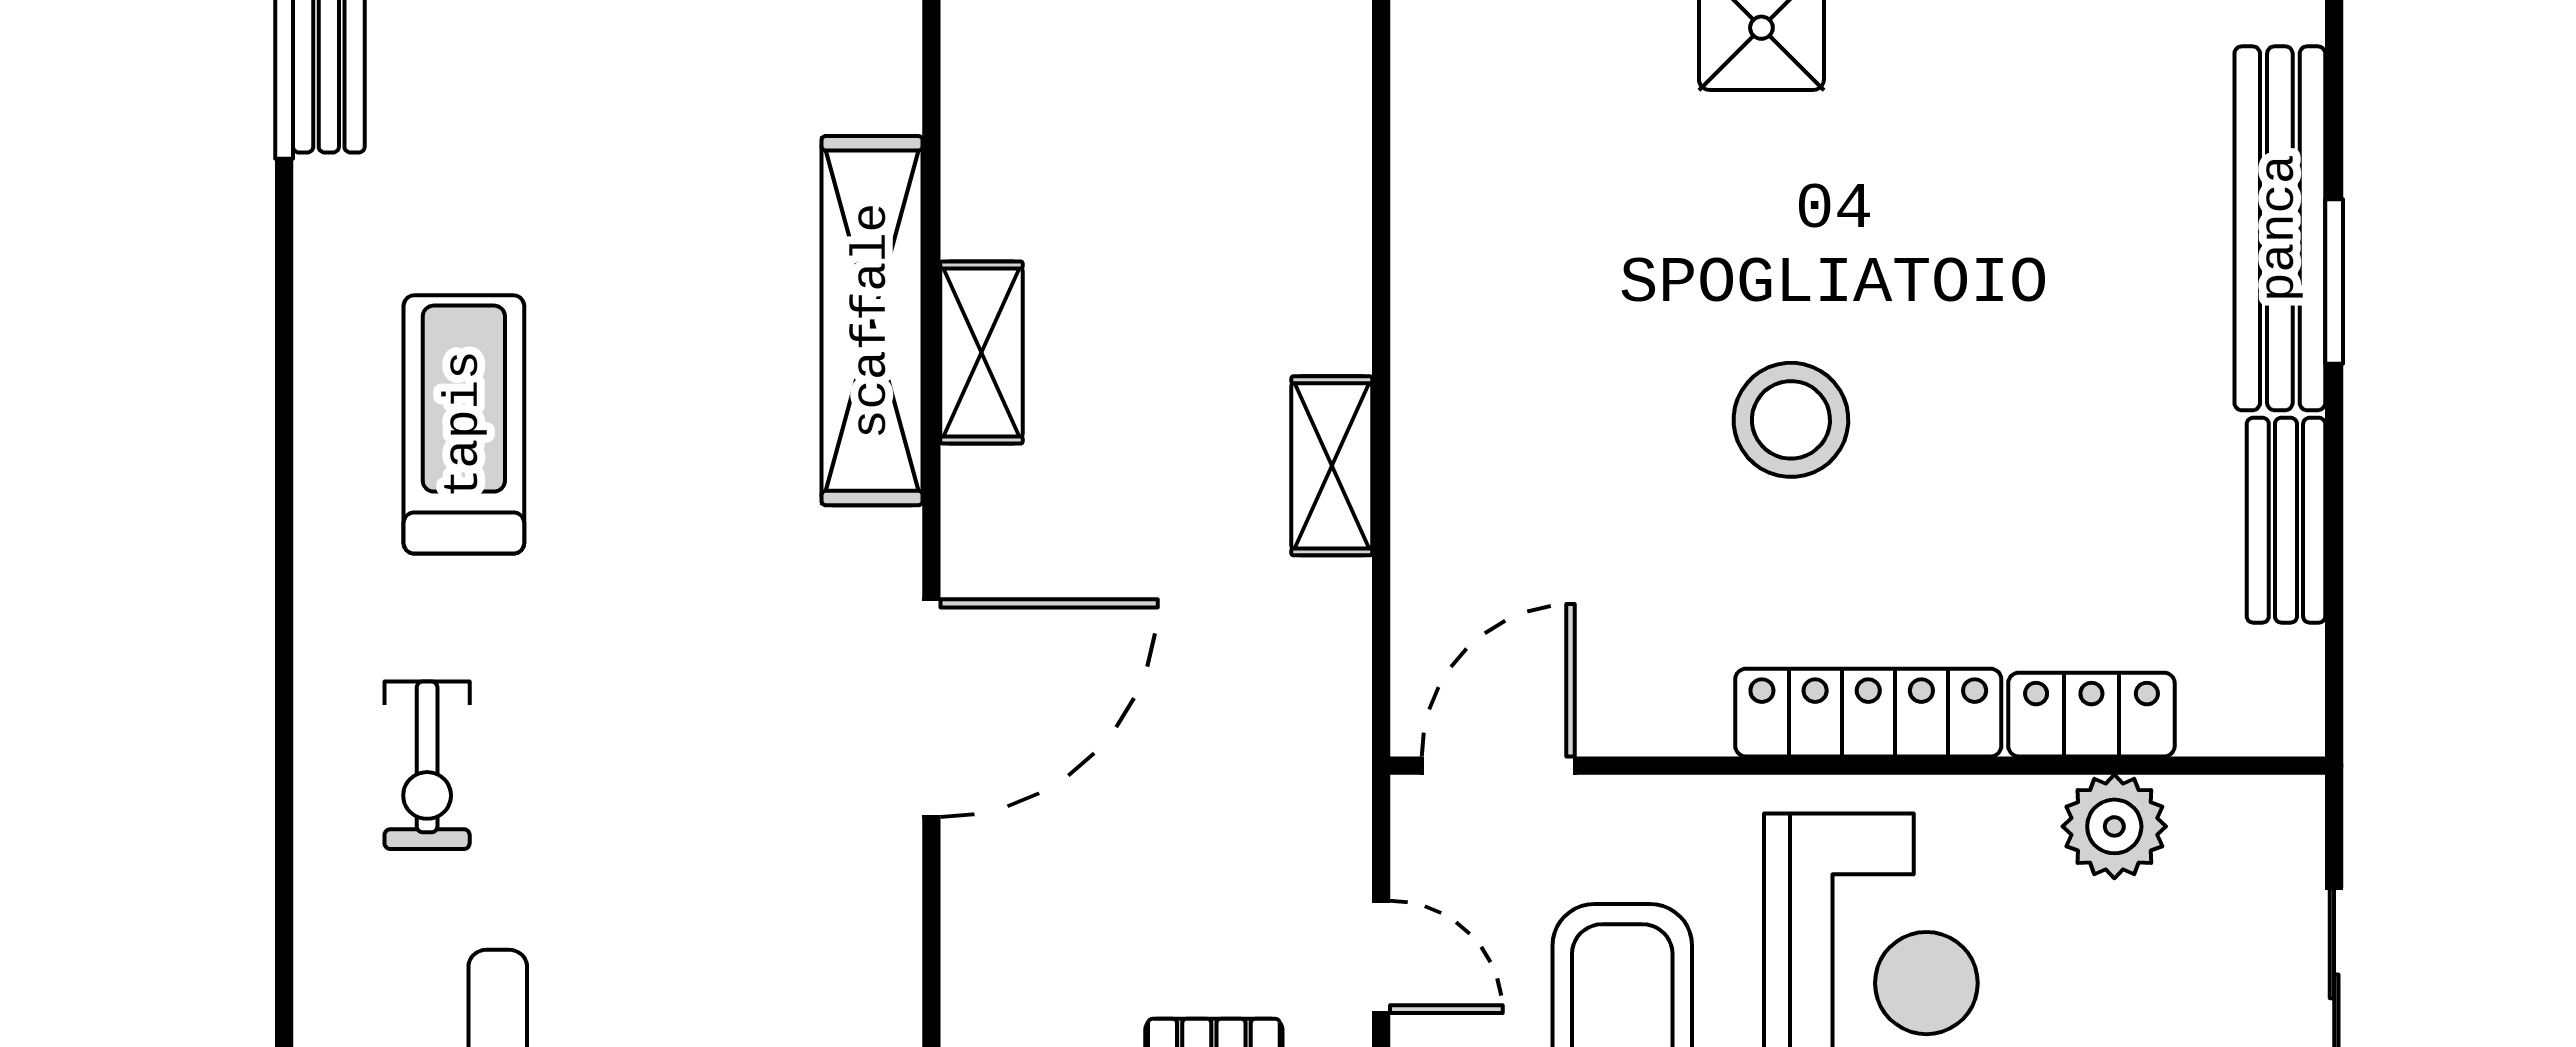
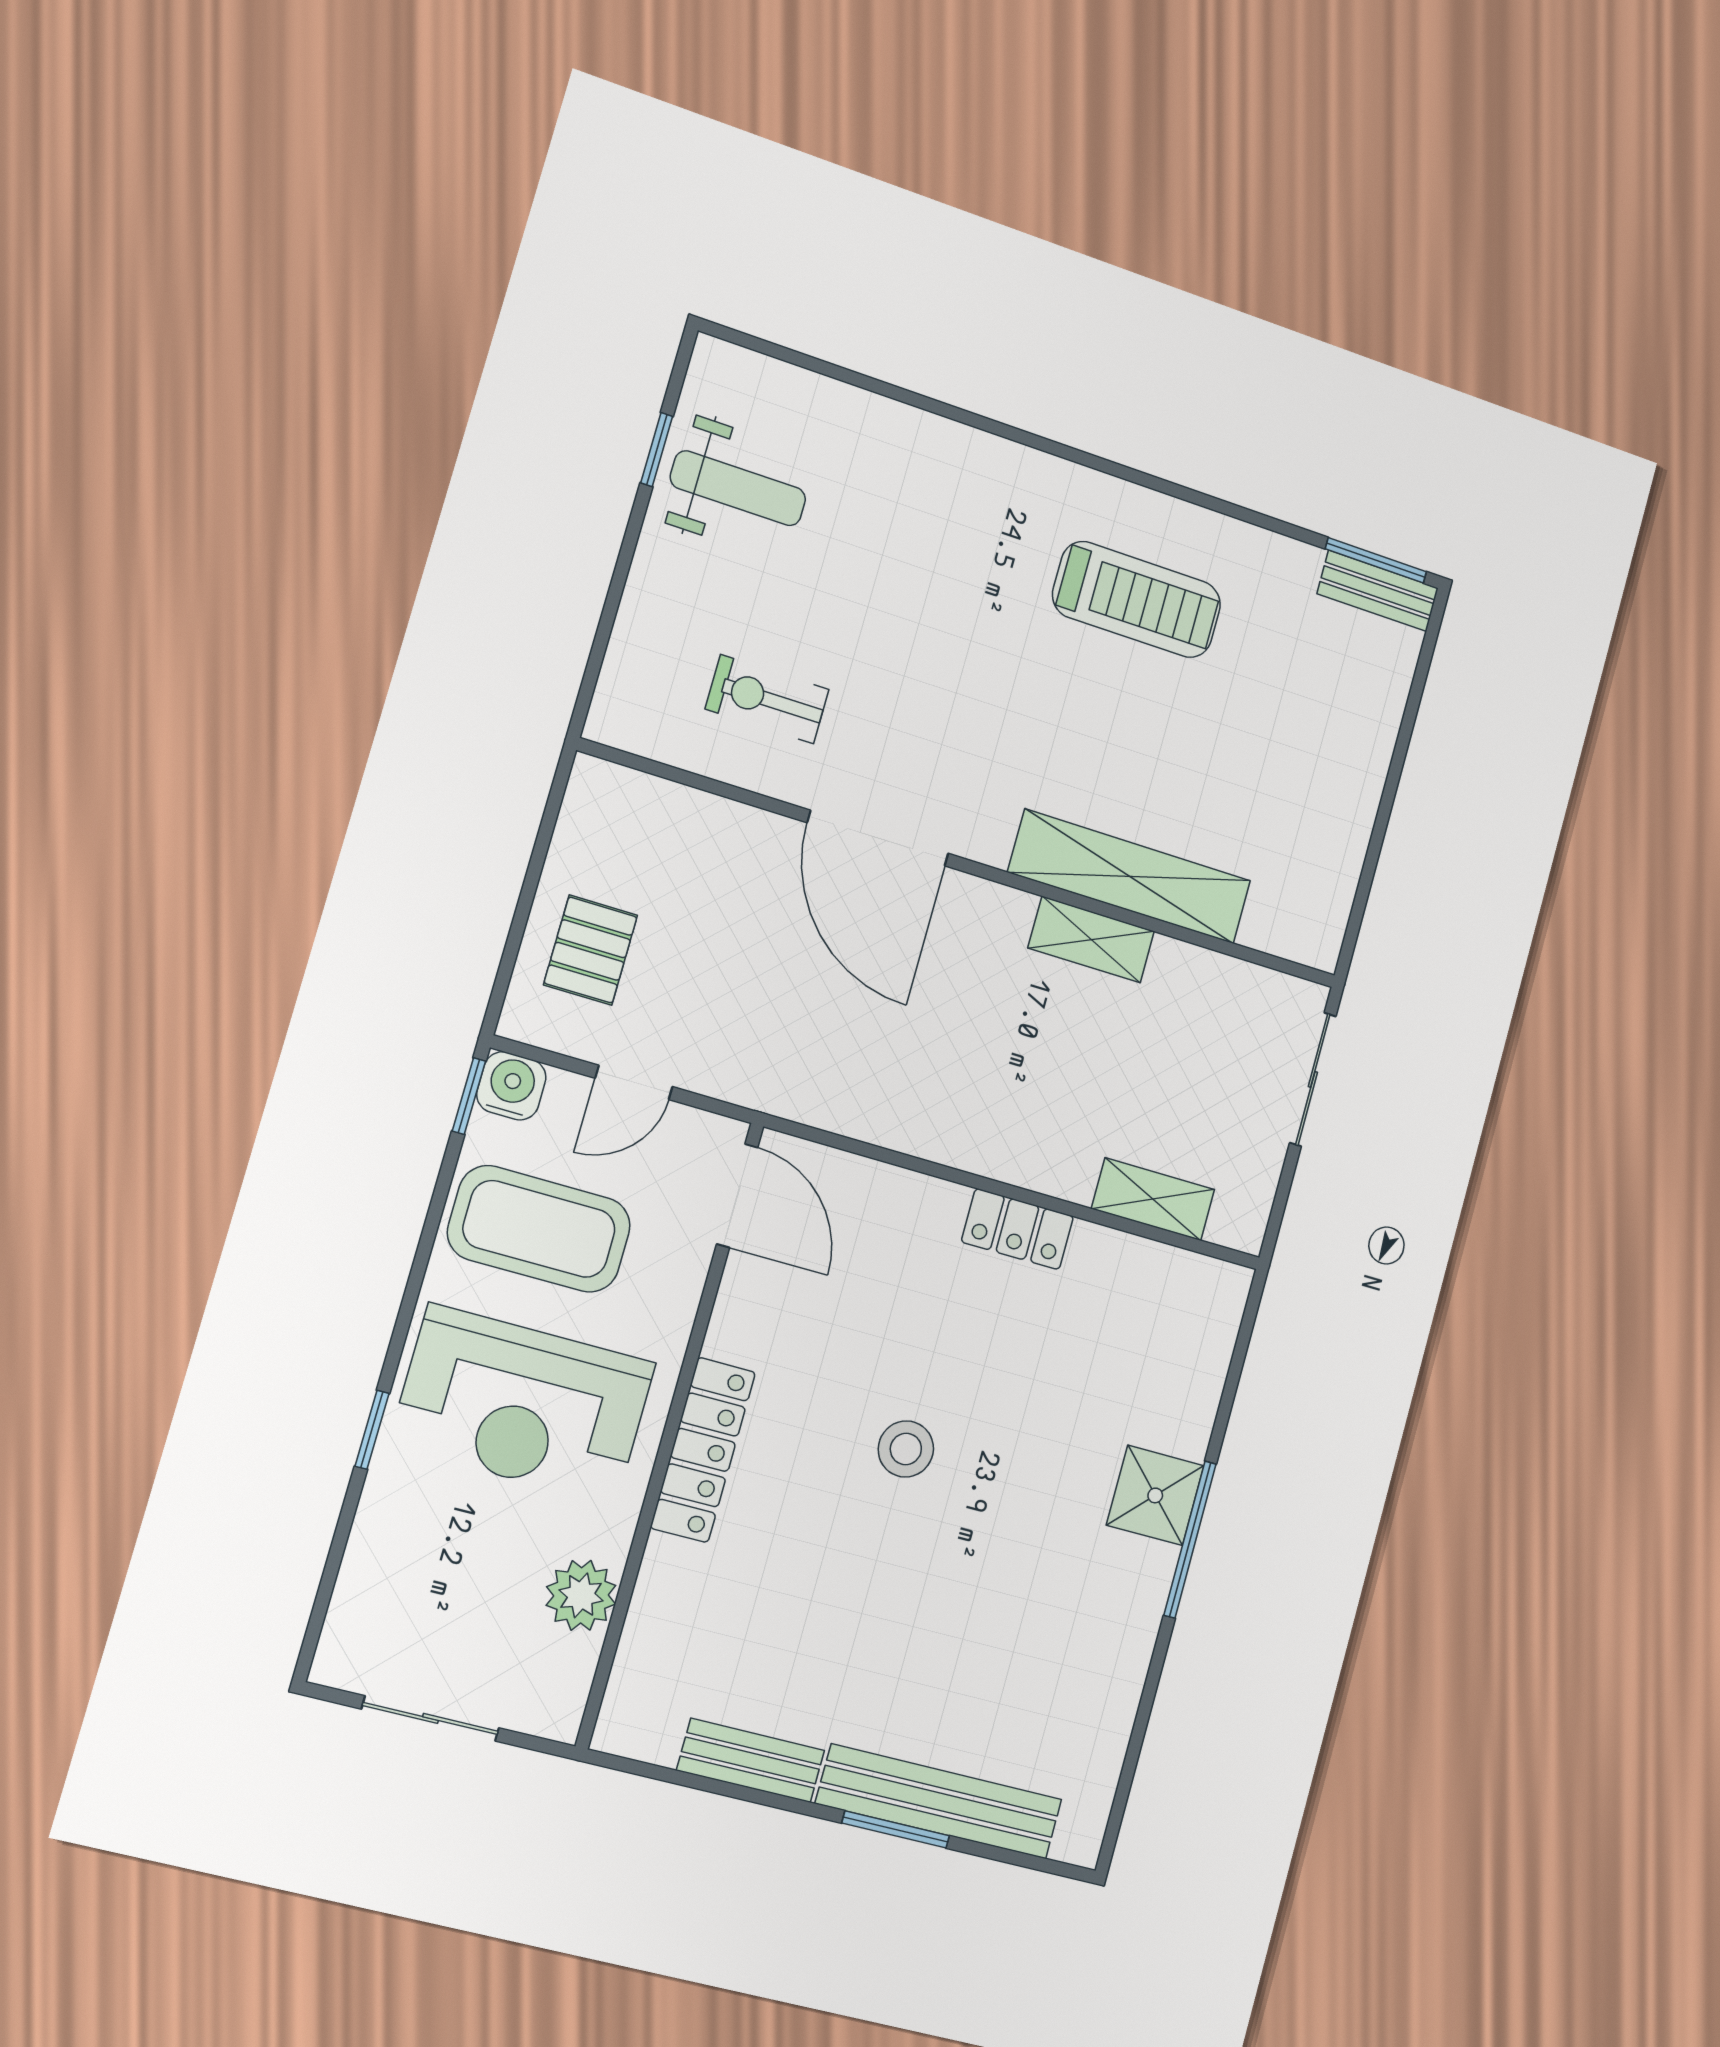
stool: (1791, 420) -> (906, 1449), width x0.73, depth x0.73
shelving: (1332, 466) -> (1153, 1199), moved
locker: (2091, 715) -> (1017, 1229), moved, turned 90
exercise bike: (427, 765) -> (767, 699), moved

